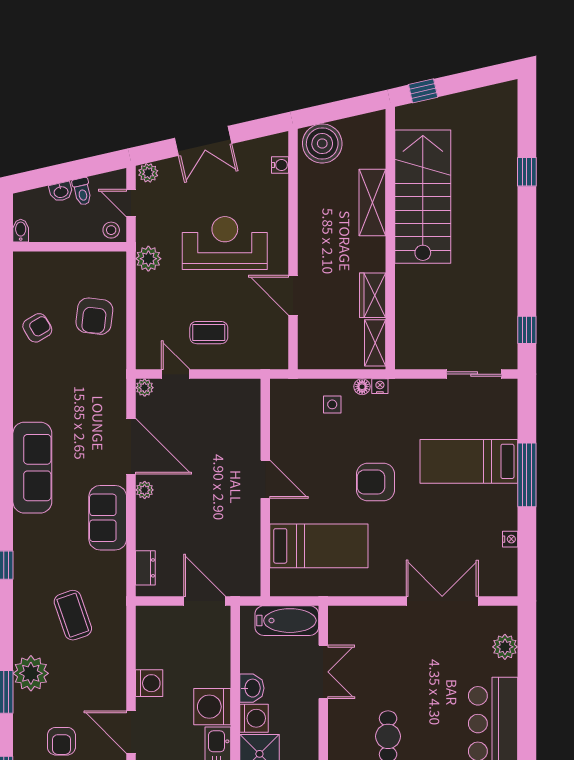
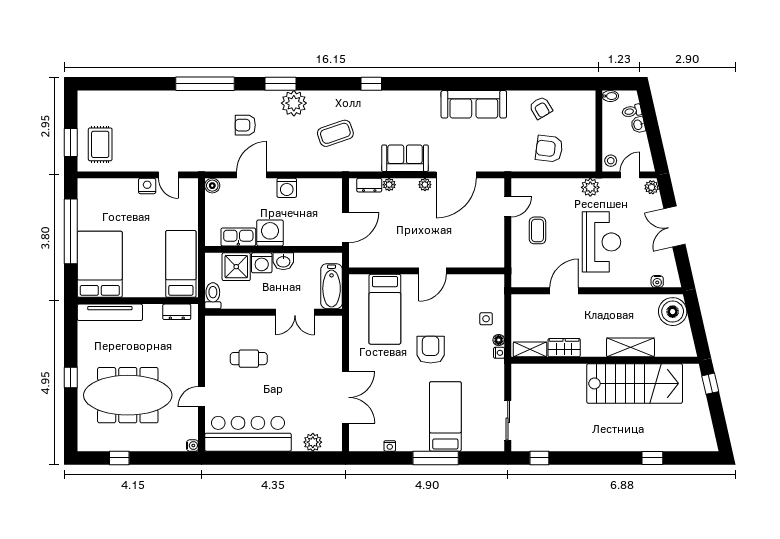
toilet: (82, 191) -> (632, 111), moved
plant: (145, 388) -> (389, 185), moved
sofa: (32, 468) -> (474, 104), moved

